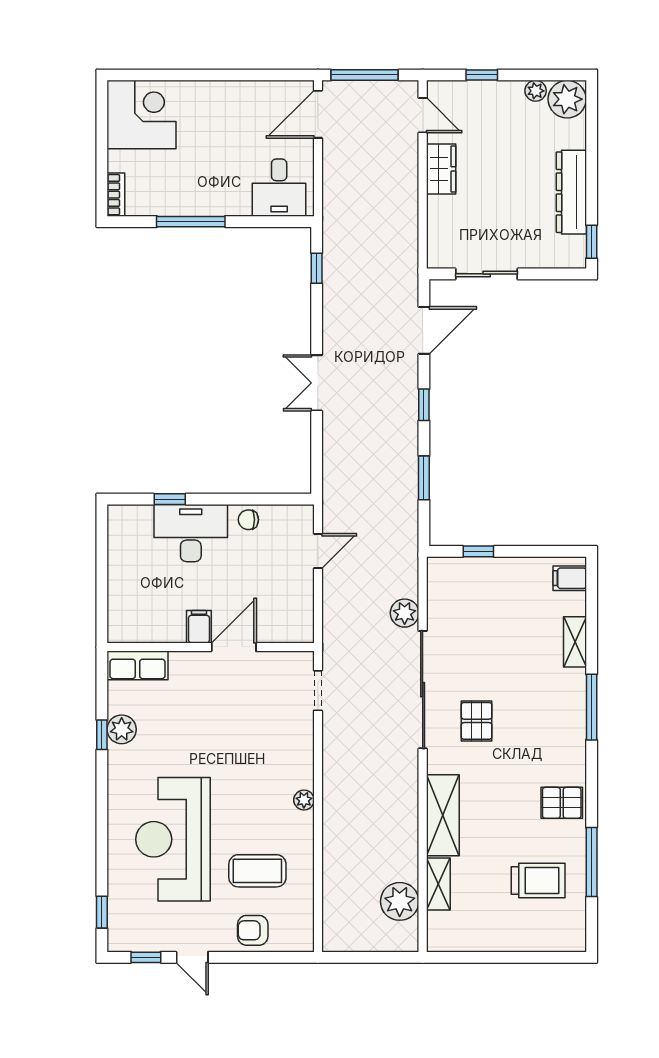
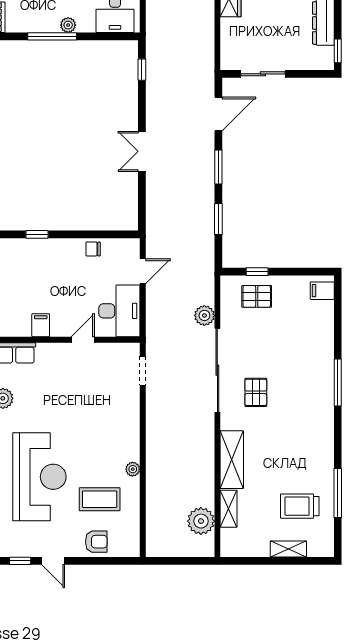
plant: (213, 206) -> (68, 25), added
window: (424, 405) -> (218, 167), width x1.50
desk: (191, 533) -> (119, 311), moved, turned 90
filing cabinet: (199, 627) -> (41, 325), moved
shelving: (575, 642) -> (288, 549), moved, turned 90
door: (234, 647) -> (83, 340), width x0.73
plant: (304, 800) -> (133, 469), moved
pallet: (562, 803) -> (257, 296), moved
reception desk: (173, 839) -> (39, 477), turned 180
trolley: (538, 880) -> (300, 506), turned 180
armchair: (253, 930) -> (96, 542), turned 180

